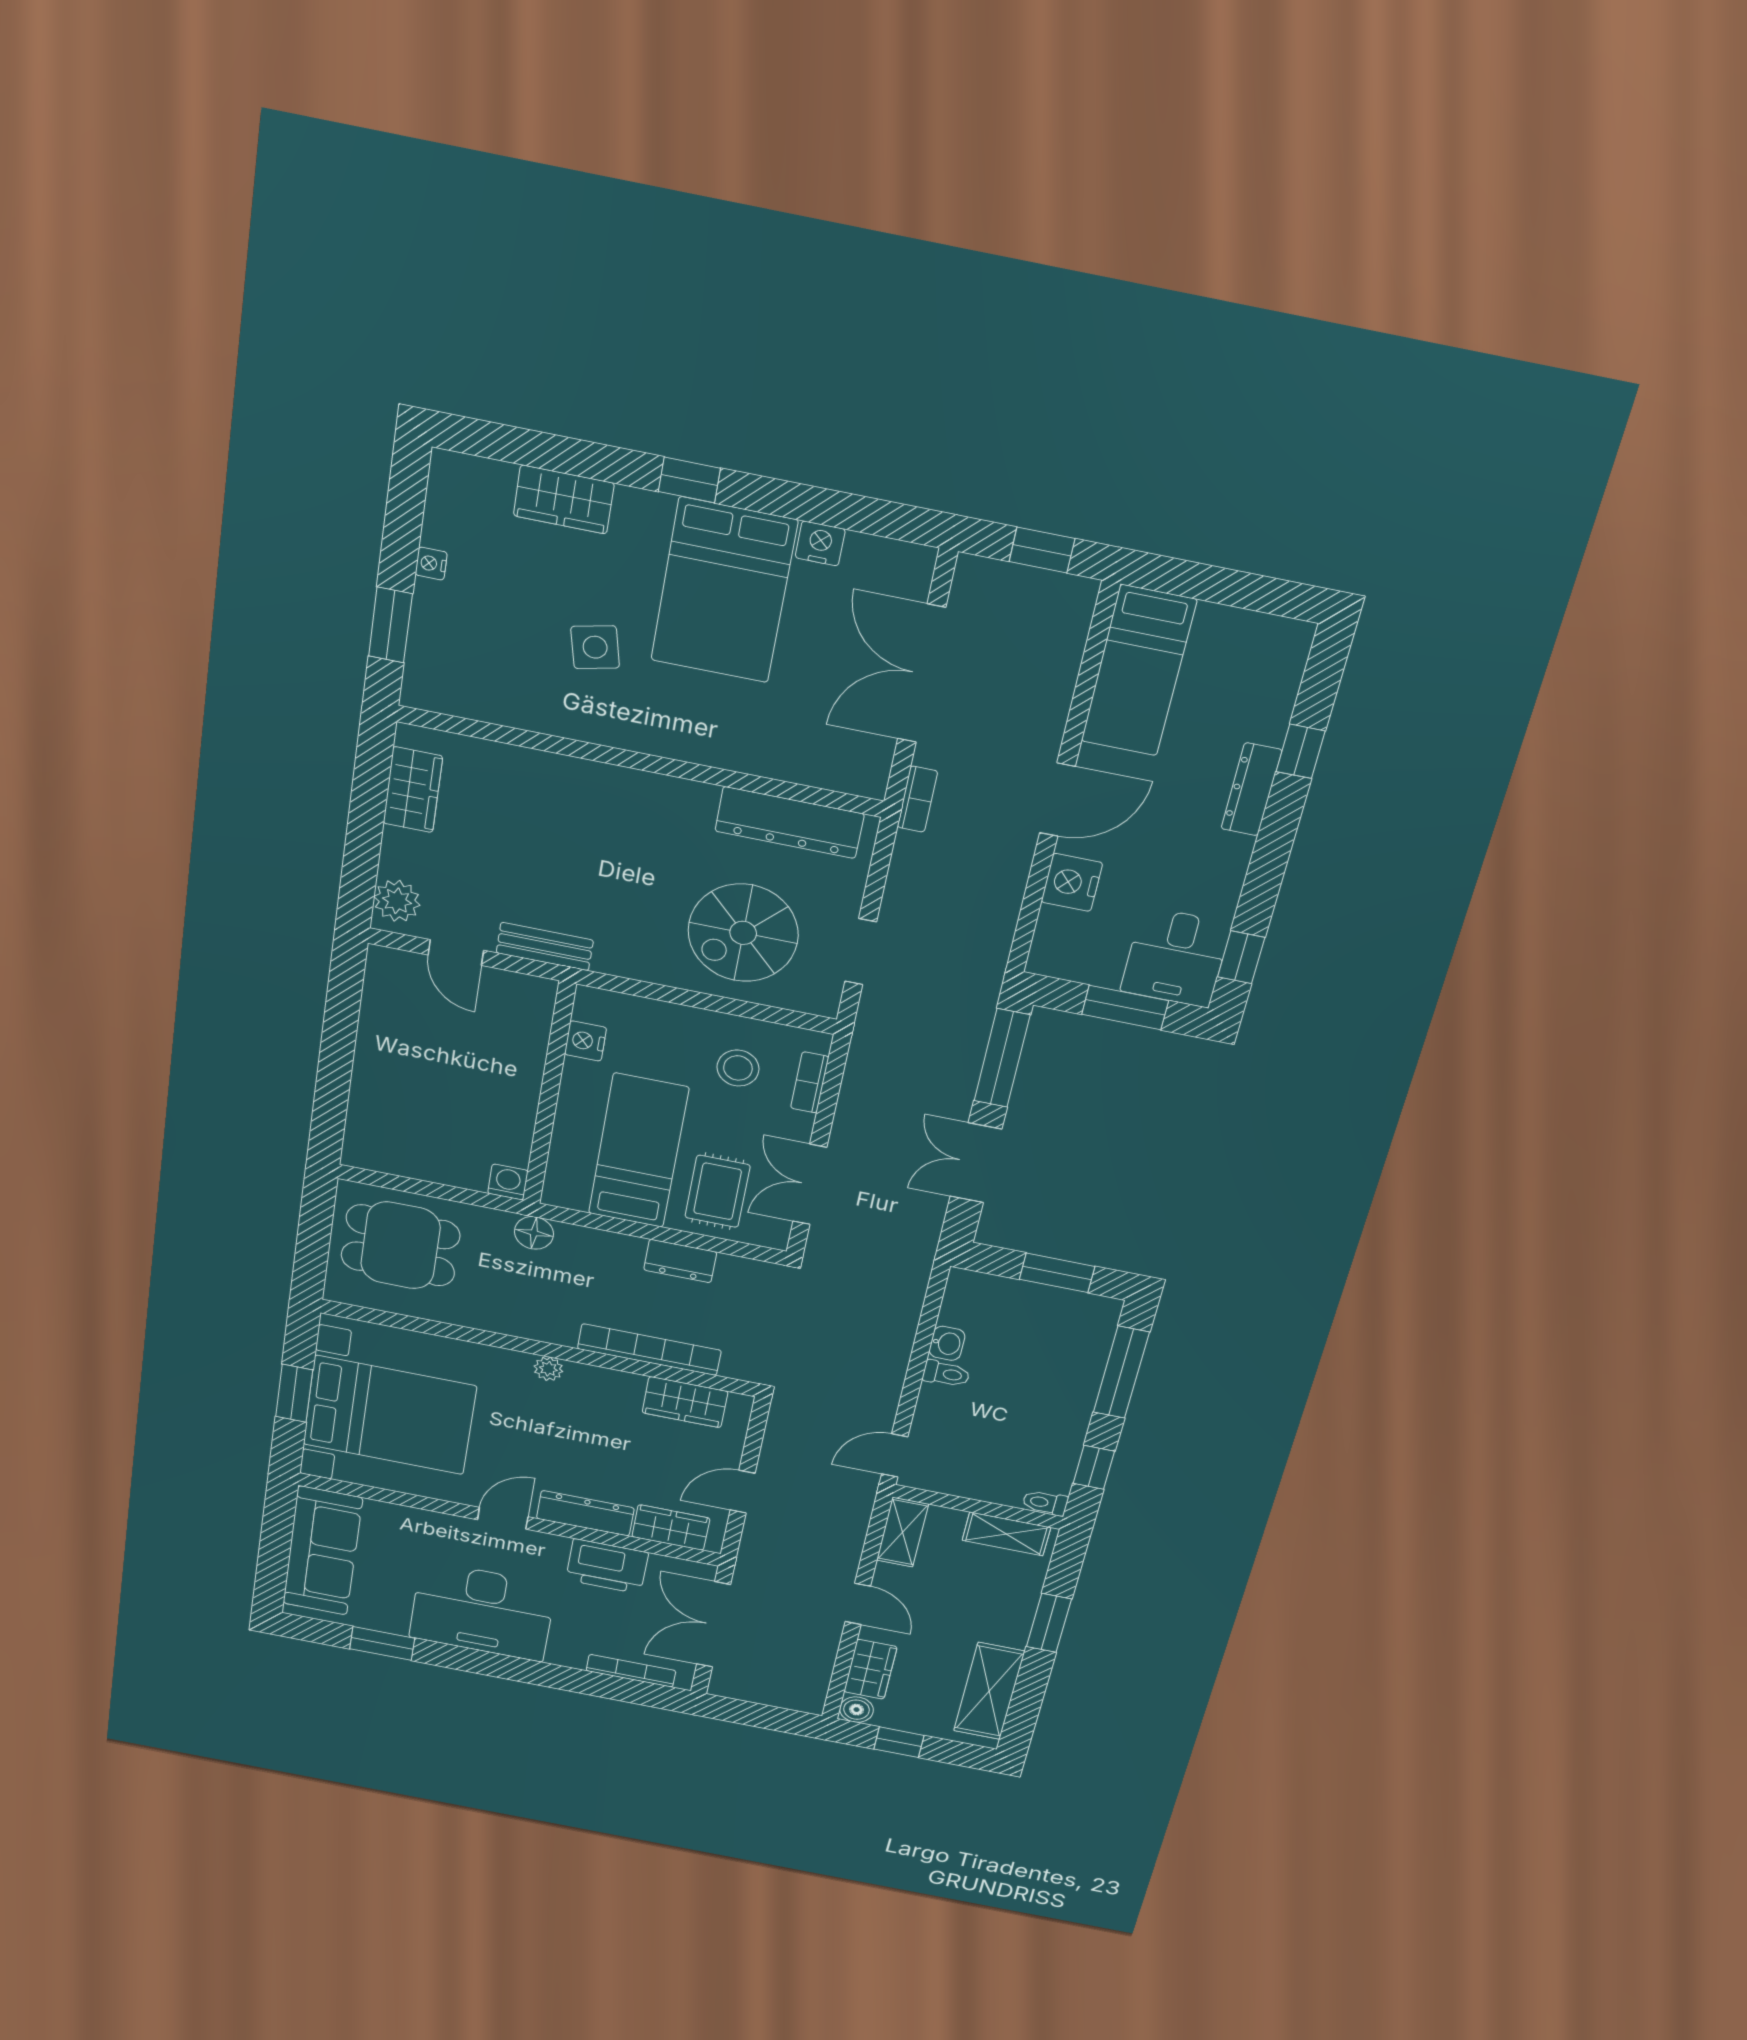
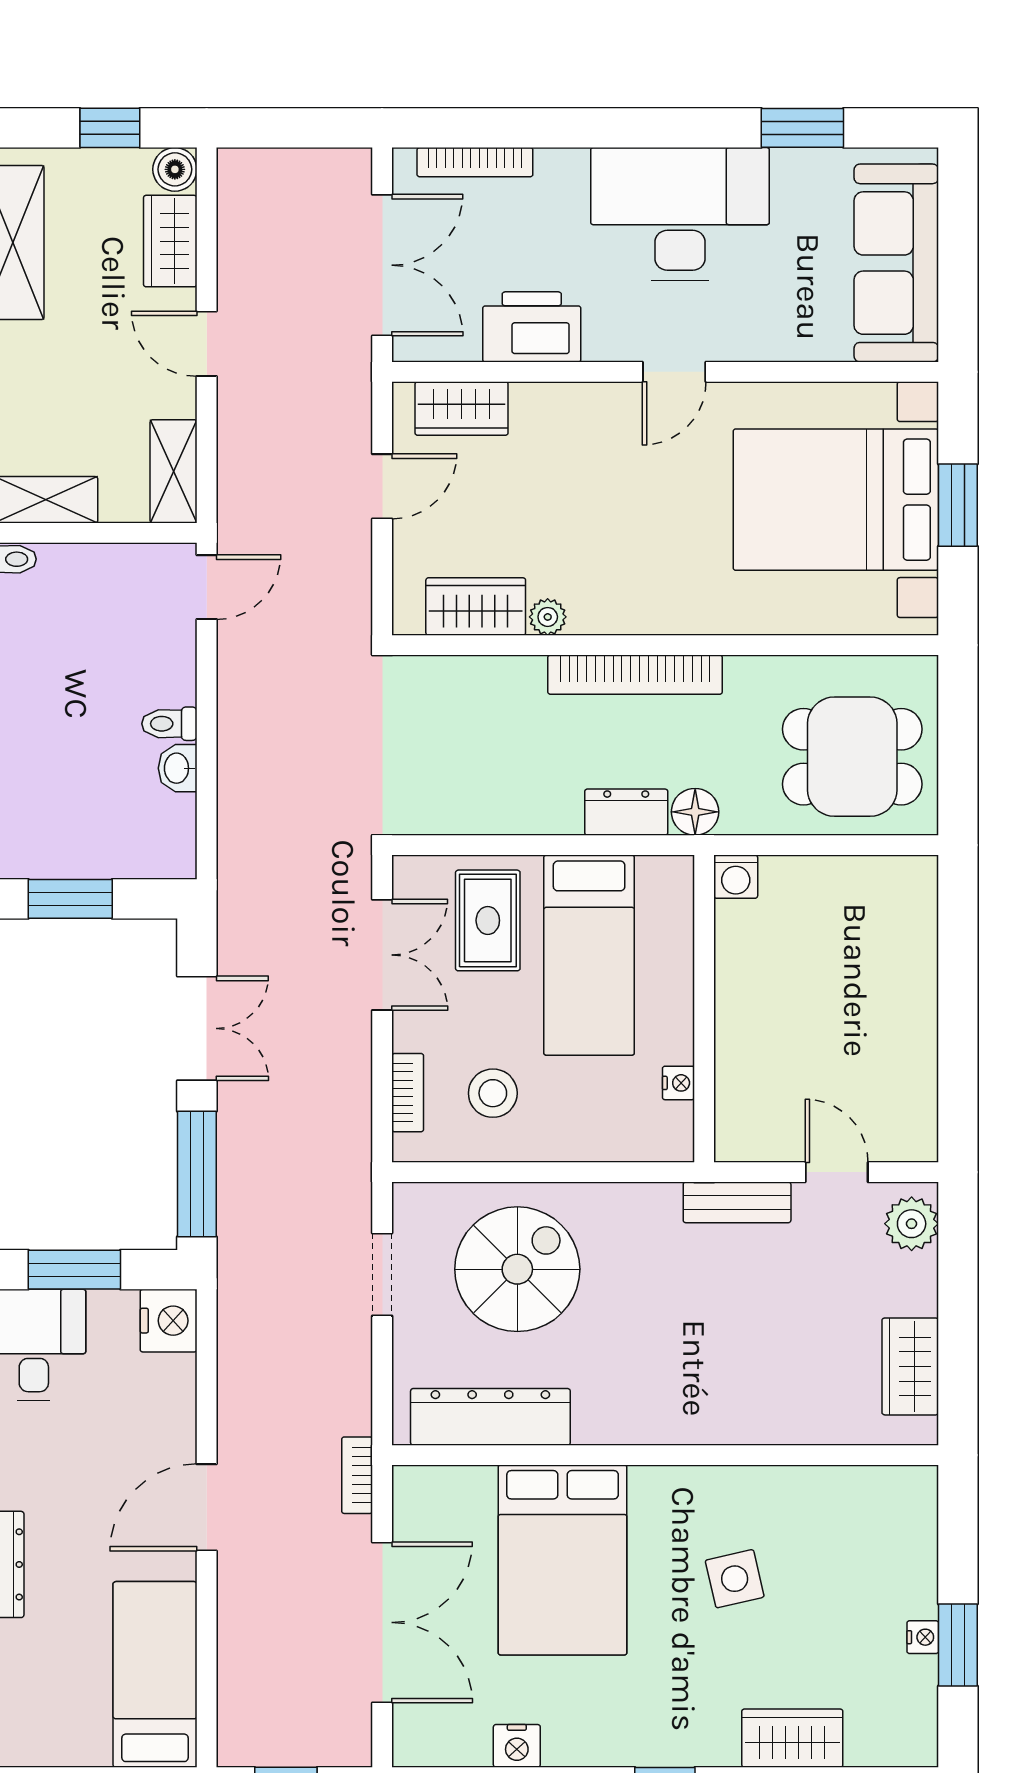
bed: (724, 591) -> (563, 1560), moved, turned 180
window: (390, 625) -> (958, 1645), moved
nightstand: (1072, 882) -> (169, 1321), moved
nightstand: (585, 1041) -> (679, 1083), width x0.72, depth x0.74
dresser: (680, 1261) -> (626, 812), moved
bookcase: (649, 1350) -> (635, 675), moved
plant: (548, 1369) -> (548, 617), moved
dresser: (585, 1513) -> (572, 405), removed

